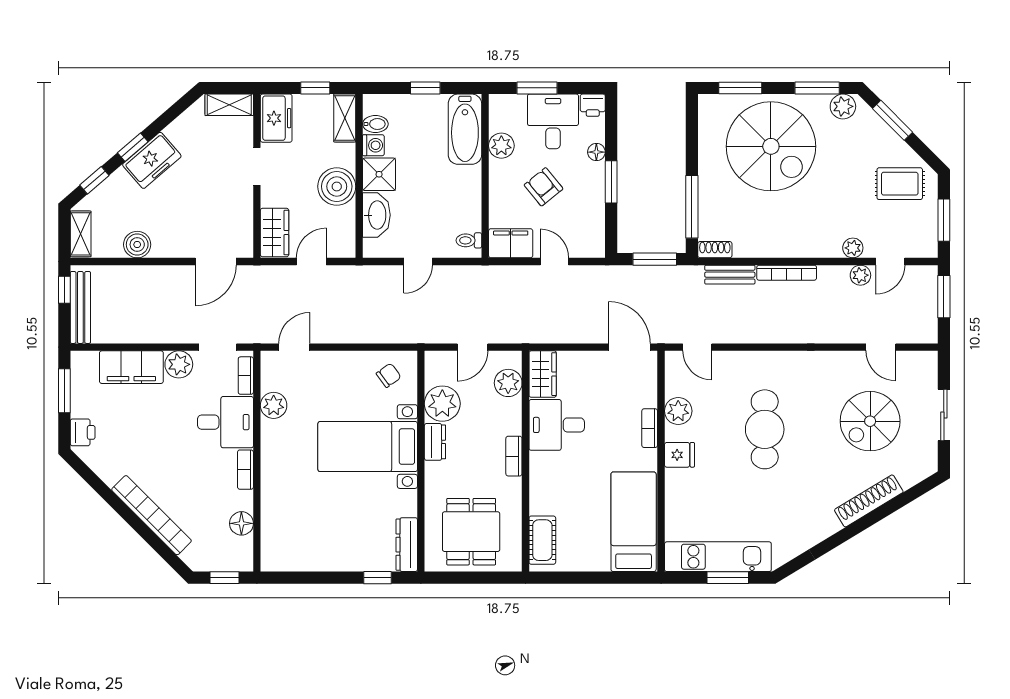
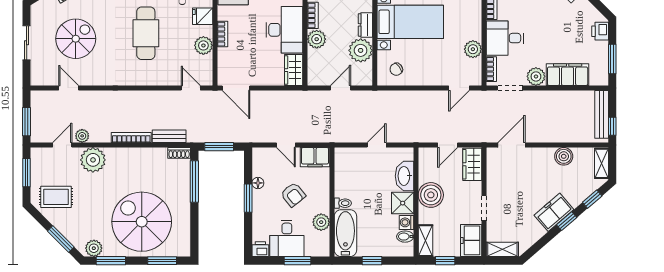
floor lamp: (596, 152) -> (258, 183), moved
toilet: (469, 240) -> (343, 203), moved
plant: (853, 248) -> (93, 160), width x1.87, depth x1.87
plant: (508, 383) -> (317, 39), moved
desk: (557, 425) -> (284, 30), width x1.37

